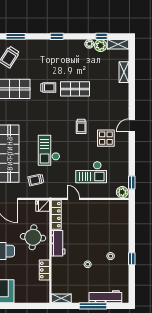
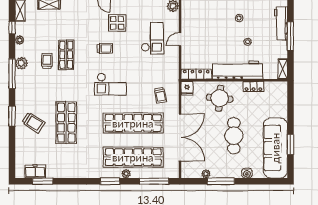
window: (57, 36) -> (12, 74), width x2.17
plant: (101, 46) -> (21, 63), moved
trolley: (48, 87) -> (47, 61), moved
checkout: (49, 150) -> (110, 84), moved
door: (73, 199) -> (180, 39), moved
workbench: (58, 243) -> (238, 70), width x1.88, depth x1.32

